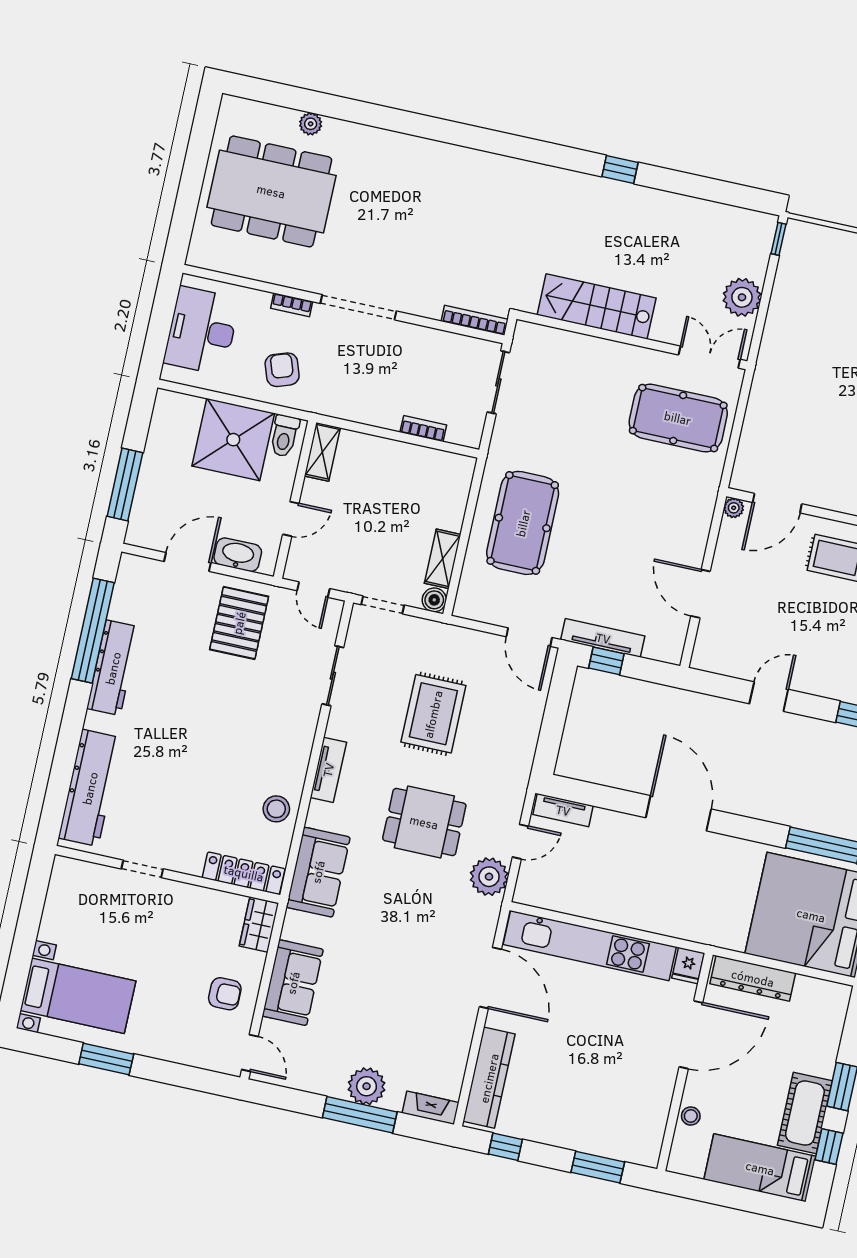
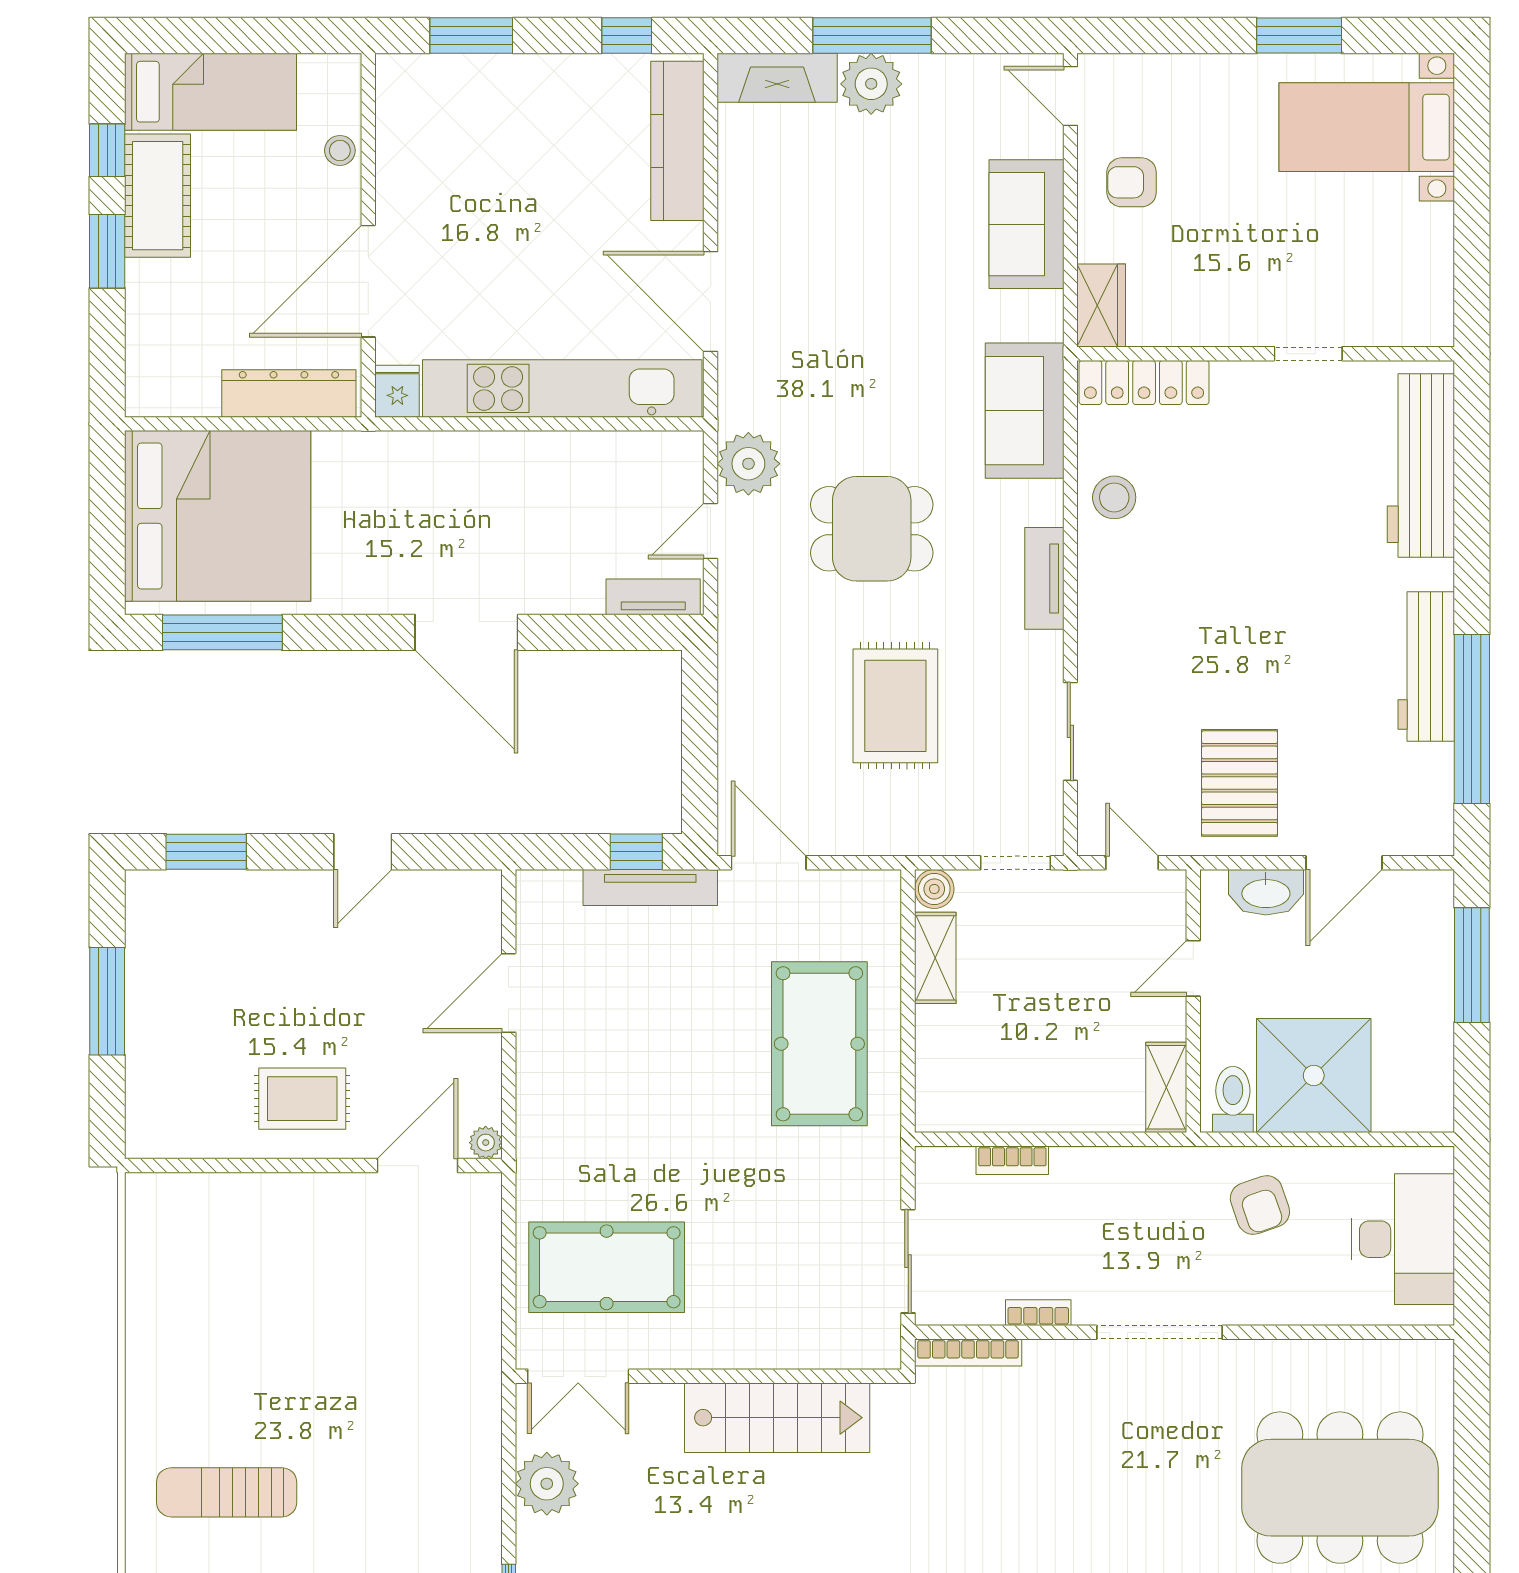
bookcase: (292, 305) -> (1038, 1313), moved
door: (701, 594) -> (509, 993), swing flipped
fireplace: (430, 1108) -> (777, 78), width x1.37, depth x1.32

